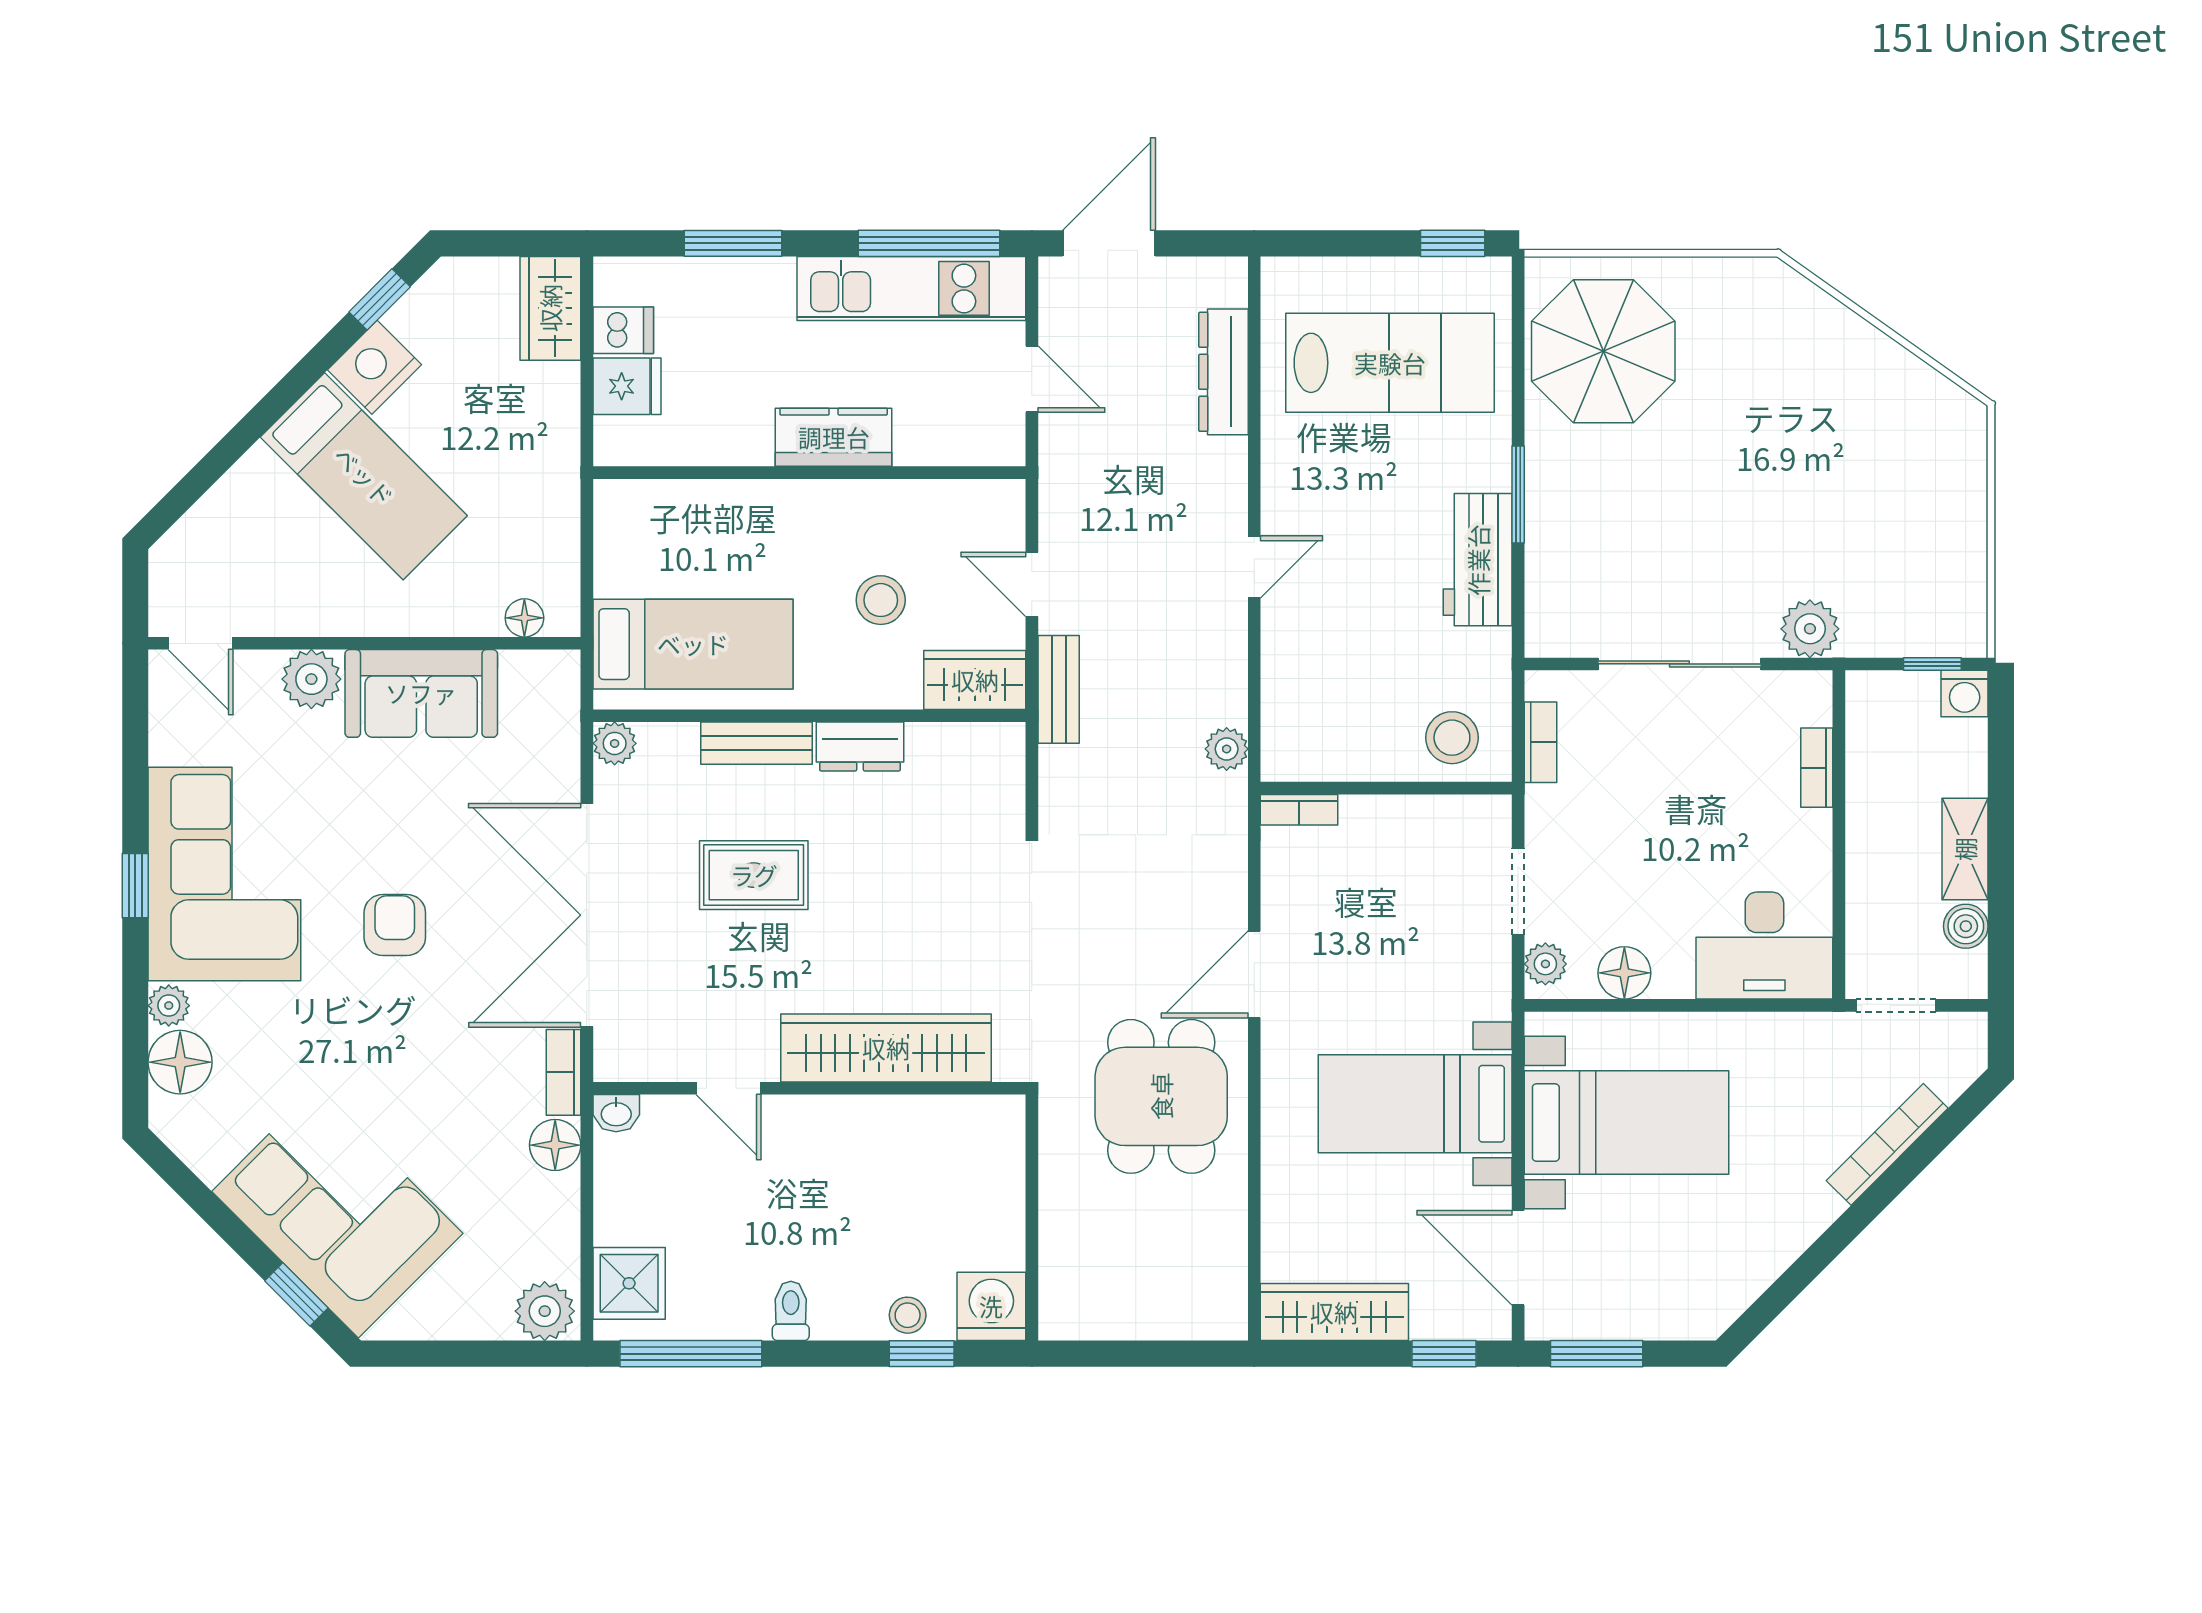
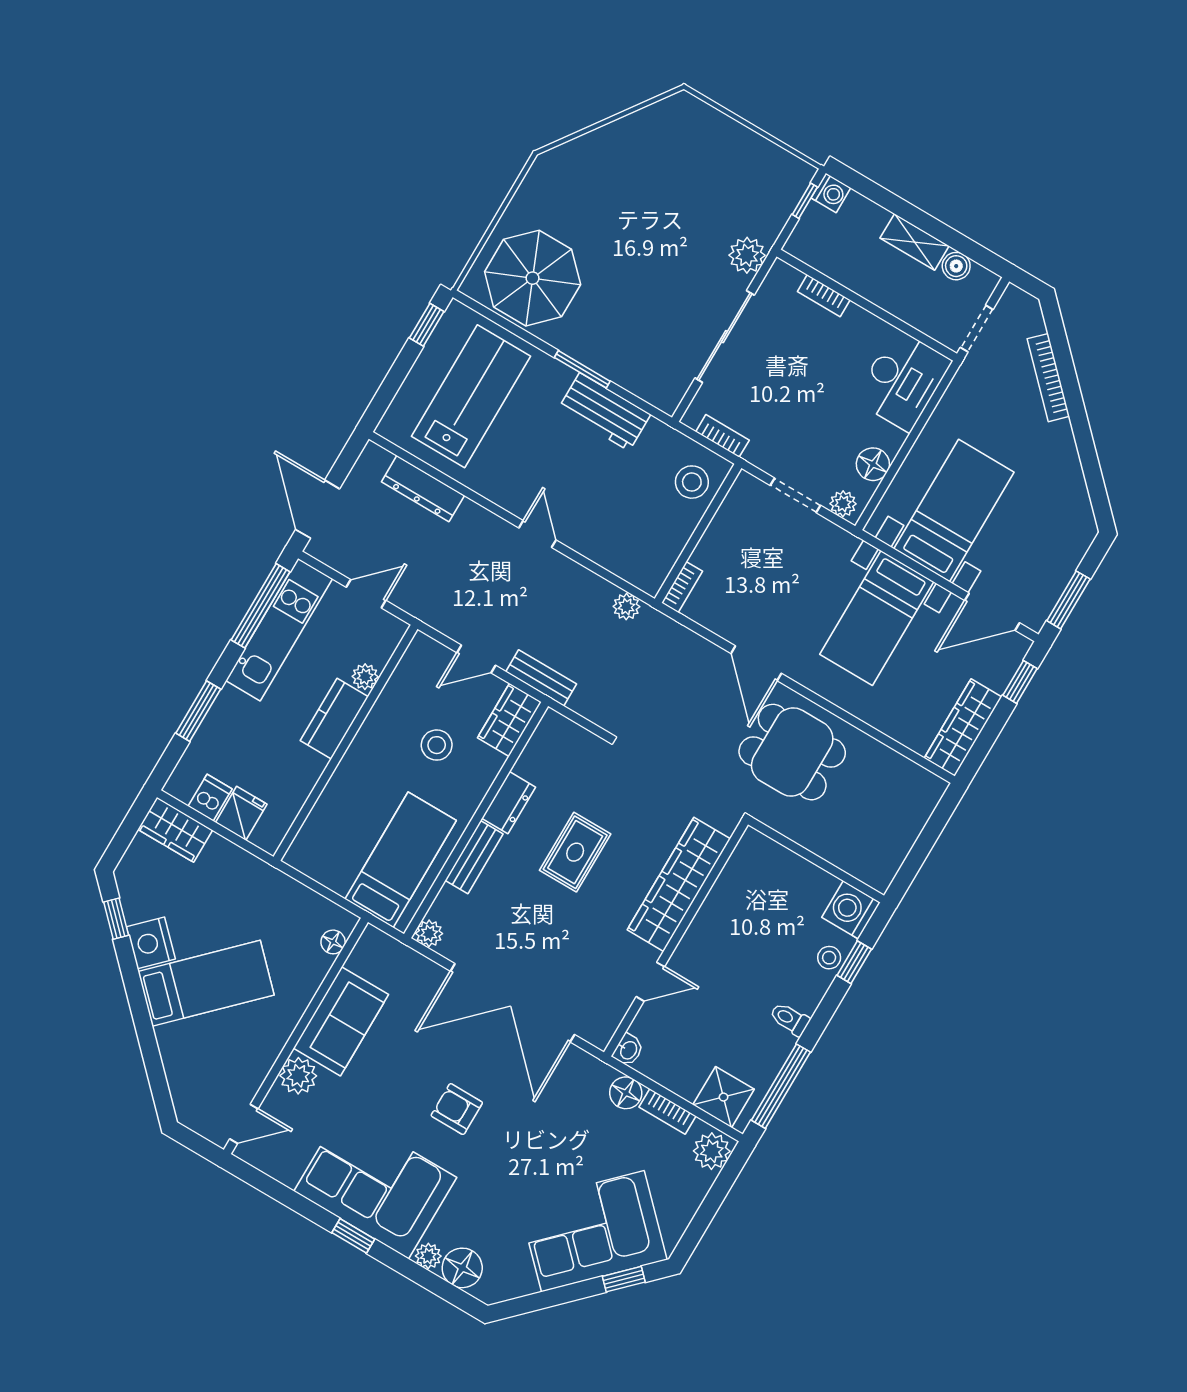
plant: (917, 446) -> (365, 677), added
rug: (754, 875) -> (575, 852), moved
bookcase: (563, 1072) -> (667, 1111), moved

